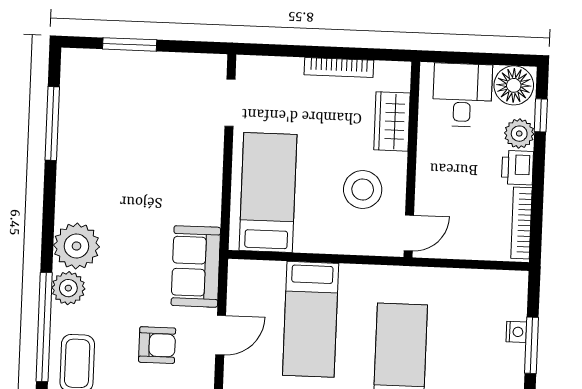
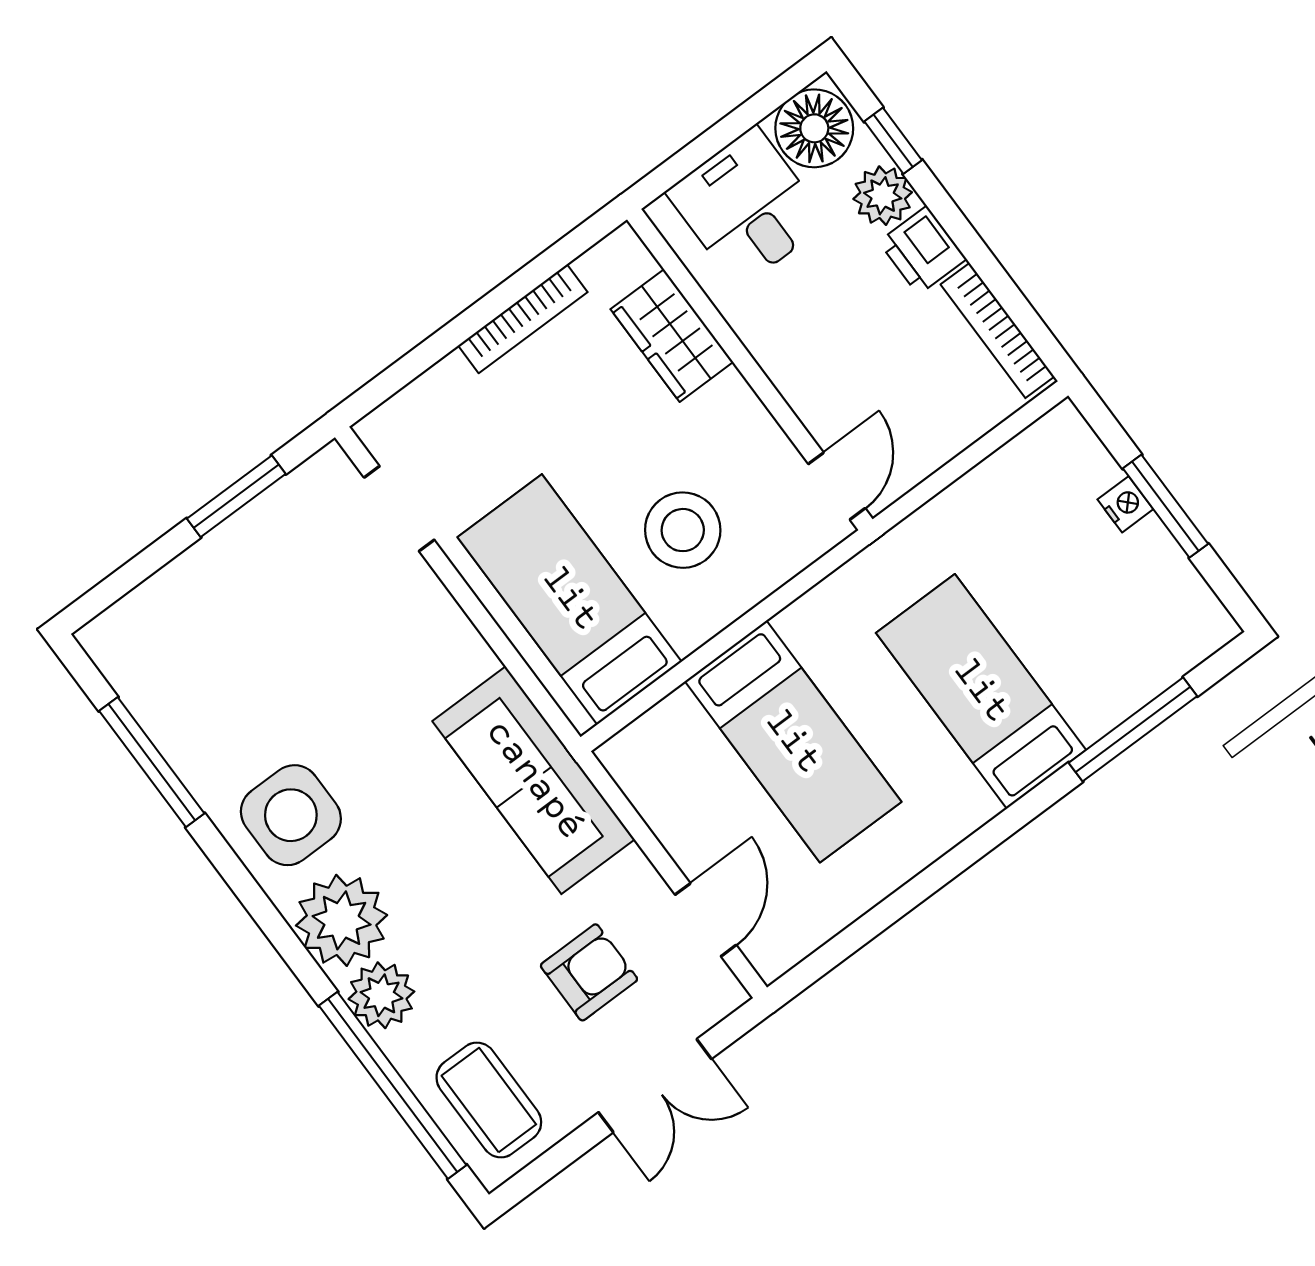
window: (130, 44) -> (236, 496), moved
side table: (90, 189) -> (291, 815), added
stool: (363, 189) -> (683, 530), moved
sofa: (196, 266) -> (534, 780), width x1.36
door: (221, 335) -> (706, 920), moved

